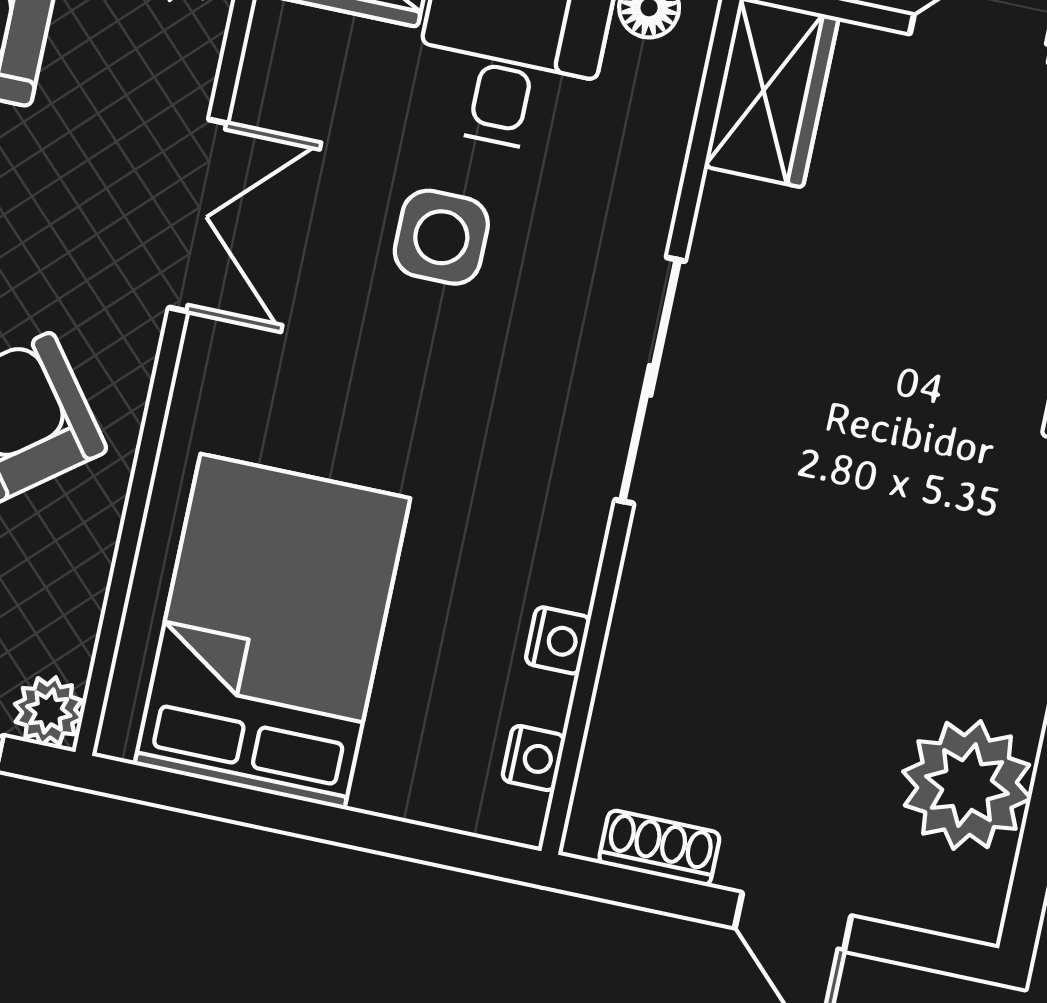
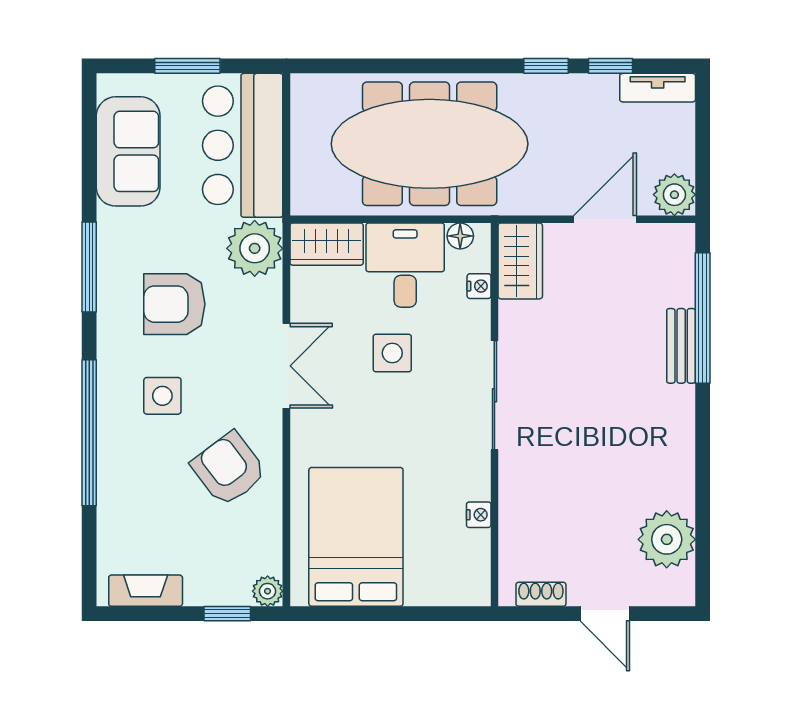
nightstand: (534, 758) -> (479, 286), moved

